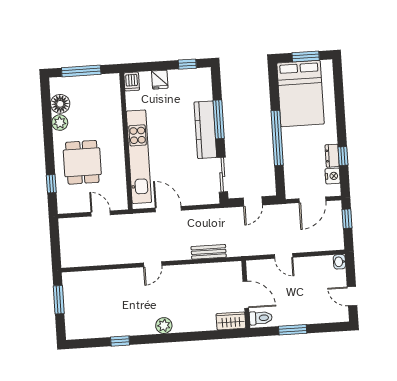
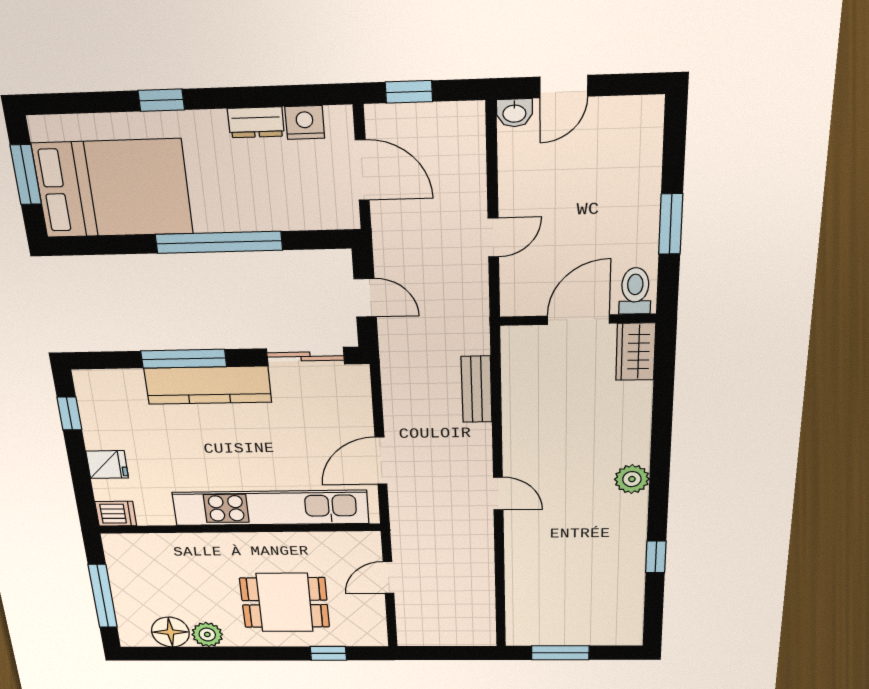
window: (343, 156) -> (161, 100), moved
door: (352, 296) -> (564, 87), moved

